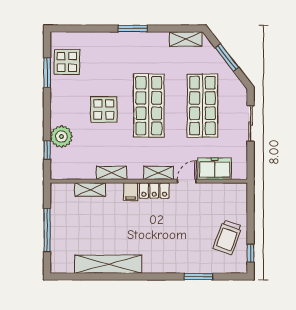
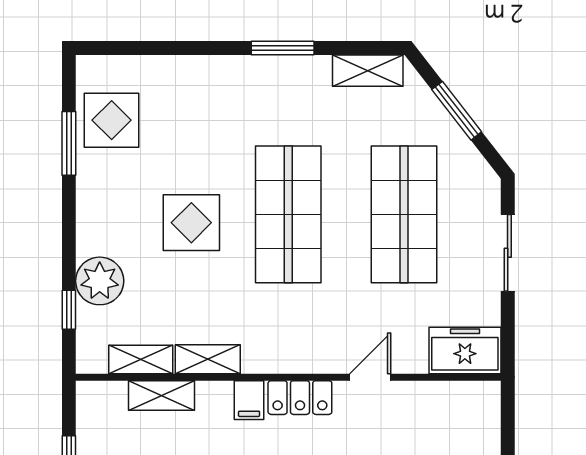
window: (133, 28) -> (283, 48), moved
freezer: (215, 169) -> (465, 350), moved
shelving: (159, 173) -> (141, 359), moved

